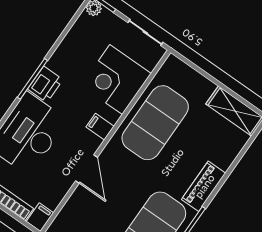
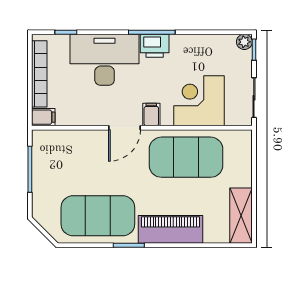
door: (87, 169) -> (125, 128), moved
piano: (204, 186) -> (170, 229), width x1.37, depth x1.33

